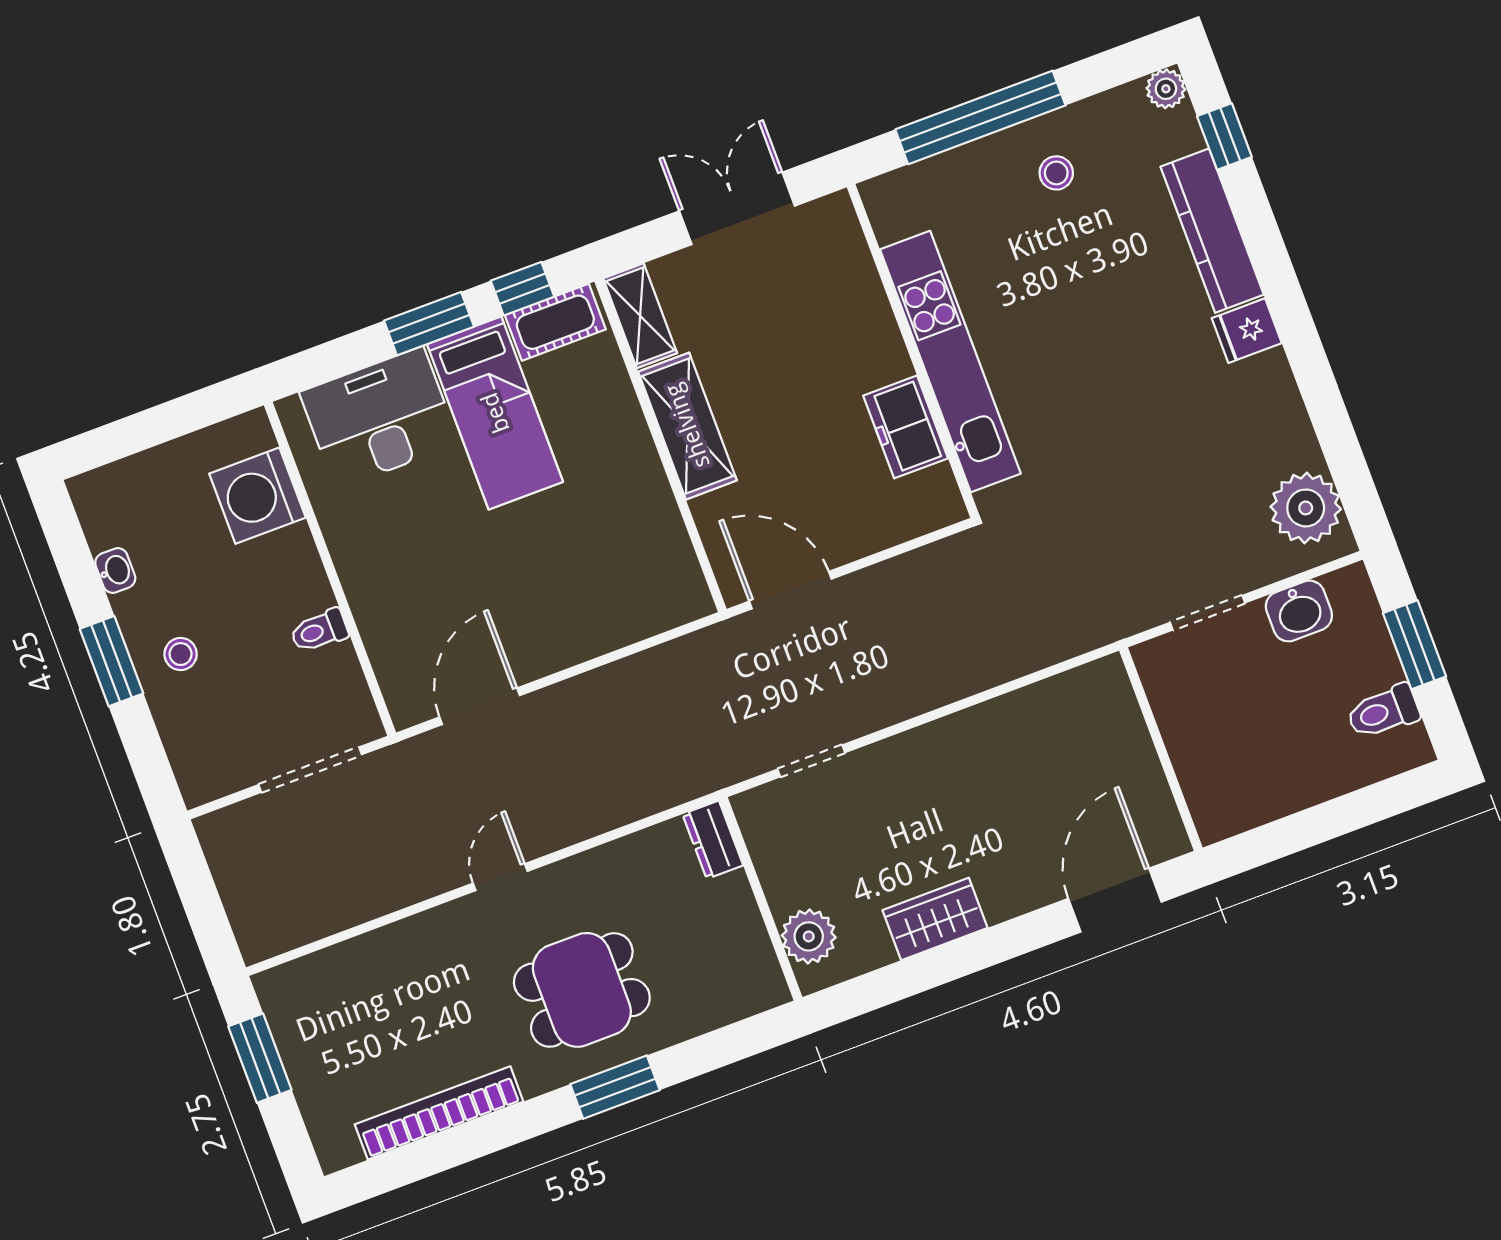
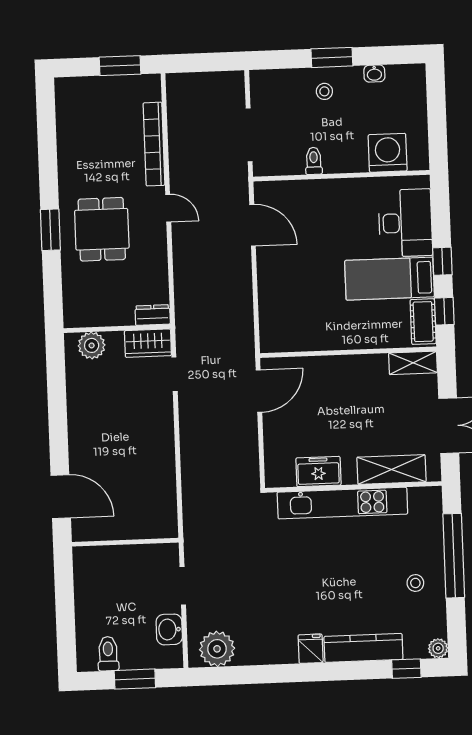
window: (429, 324) -> (442, 261), width x0.67
shelving: (687, 426) -> (392, 469), moved
wardrobe: (935, 919) -> (148, 343), moved, turned 90
bookcase: (439, 1113) -> (154, 144), moved, turned 180

